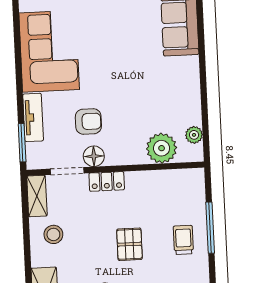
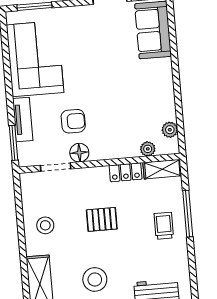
plant: (162, 148) -> (148, 149), width x0.53, depth x0.53
locker: (107, 181) -> (126, 172), moved
shelving: (37, 196) -> (162, 169), moved, turned 90
pallet: (129, 244) -> (102, 219), moved, turned 90

